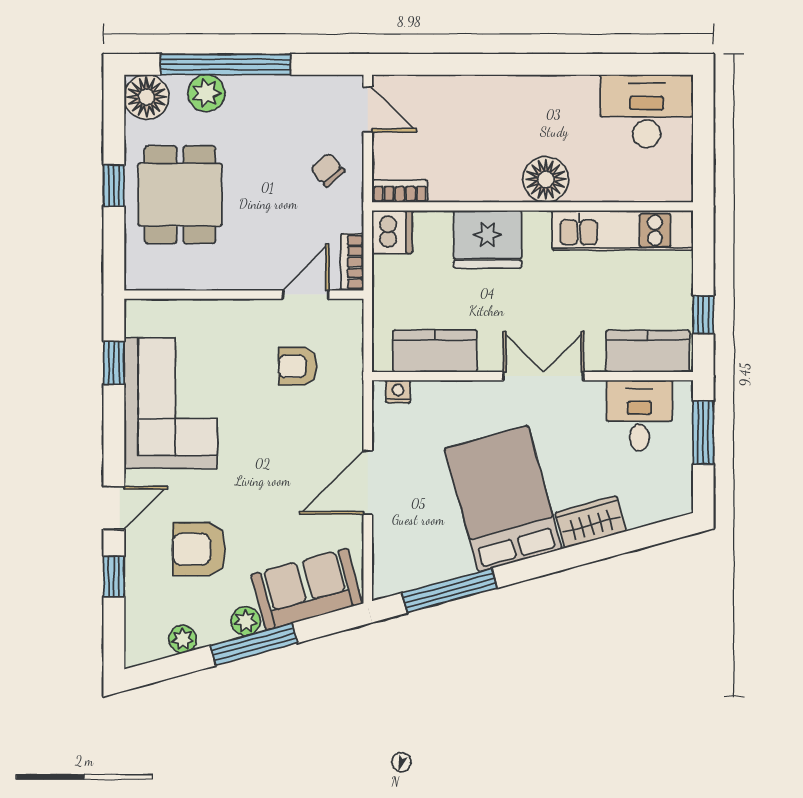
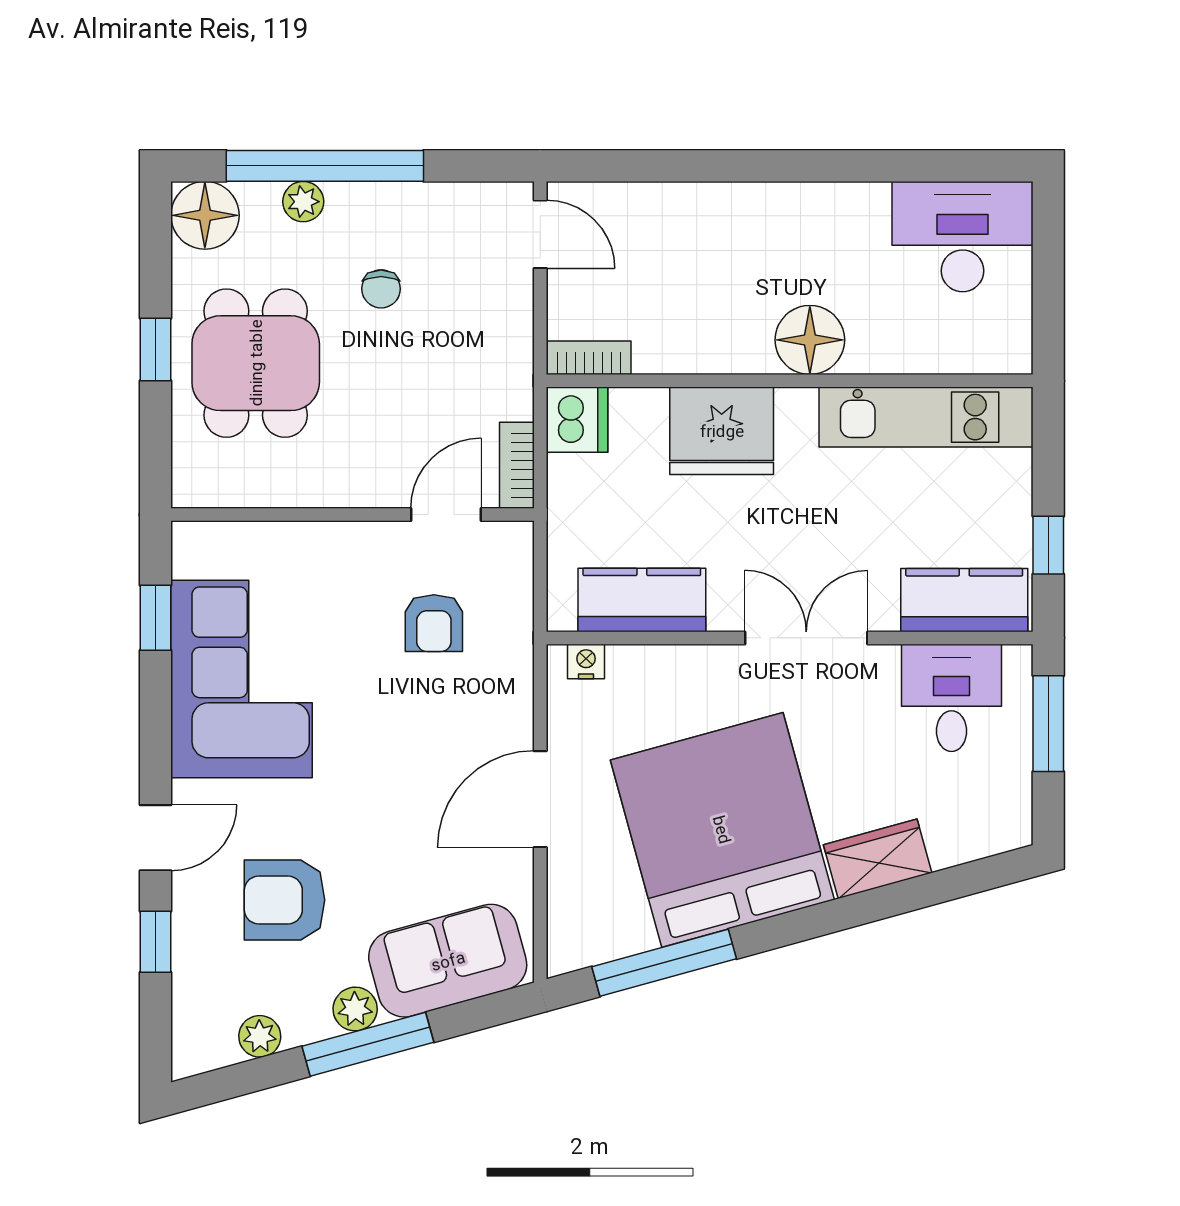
plant: (206, 93) -> (303, 202), width x0.73, depth x0.73
chair: (328, 170) -> (381, 289), moved, turned -138
armchair: (298, 366) -> (434, 623), turned -90
bed: (503, 499) -> (722, 830), width x1.36

